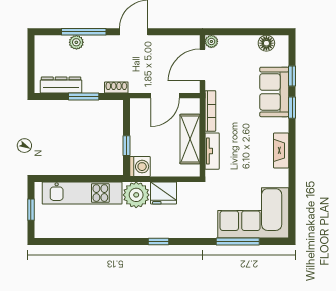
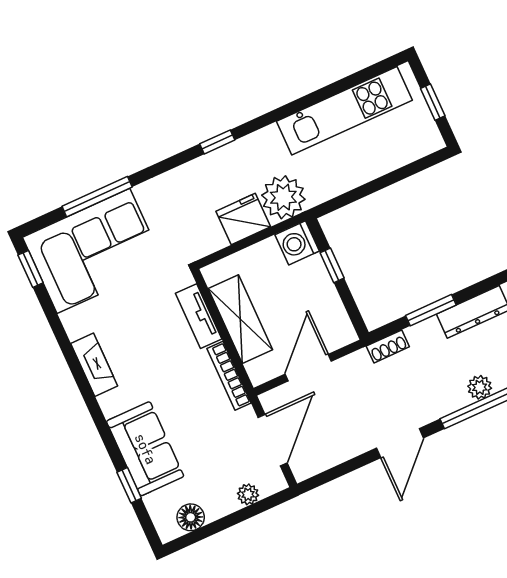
plant: (211, 41) -> (248, 494), moved
window: (292, 108) -> (31, 269), moved
kitchen unit: (82, 193) -> (344, 111), moved, turned 180

